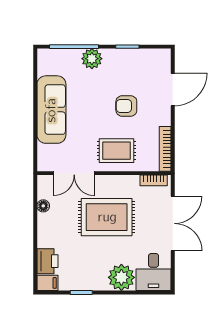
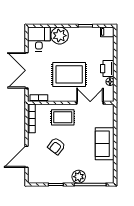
armchair: (126, 106) -> (56, 146), turned 127
sofa: (51, 110) -> (105, 144), width x0.73
printer: (48, 261) -> (107, 69), moved

